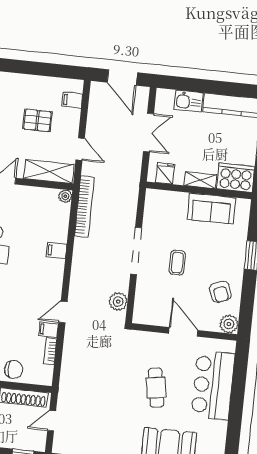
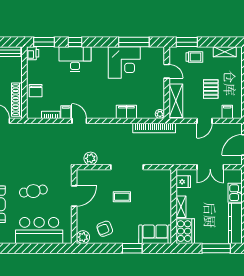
door: (80, 149) -> (204, 121), moved
sofa: (211, 208) -> (155, 234), moved, turned 90
filing cabinet: (57, 251) -> (126, 112), width x2.00
door: (183, 332) -> (74, 196), moved

